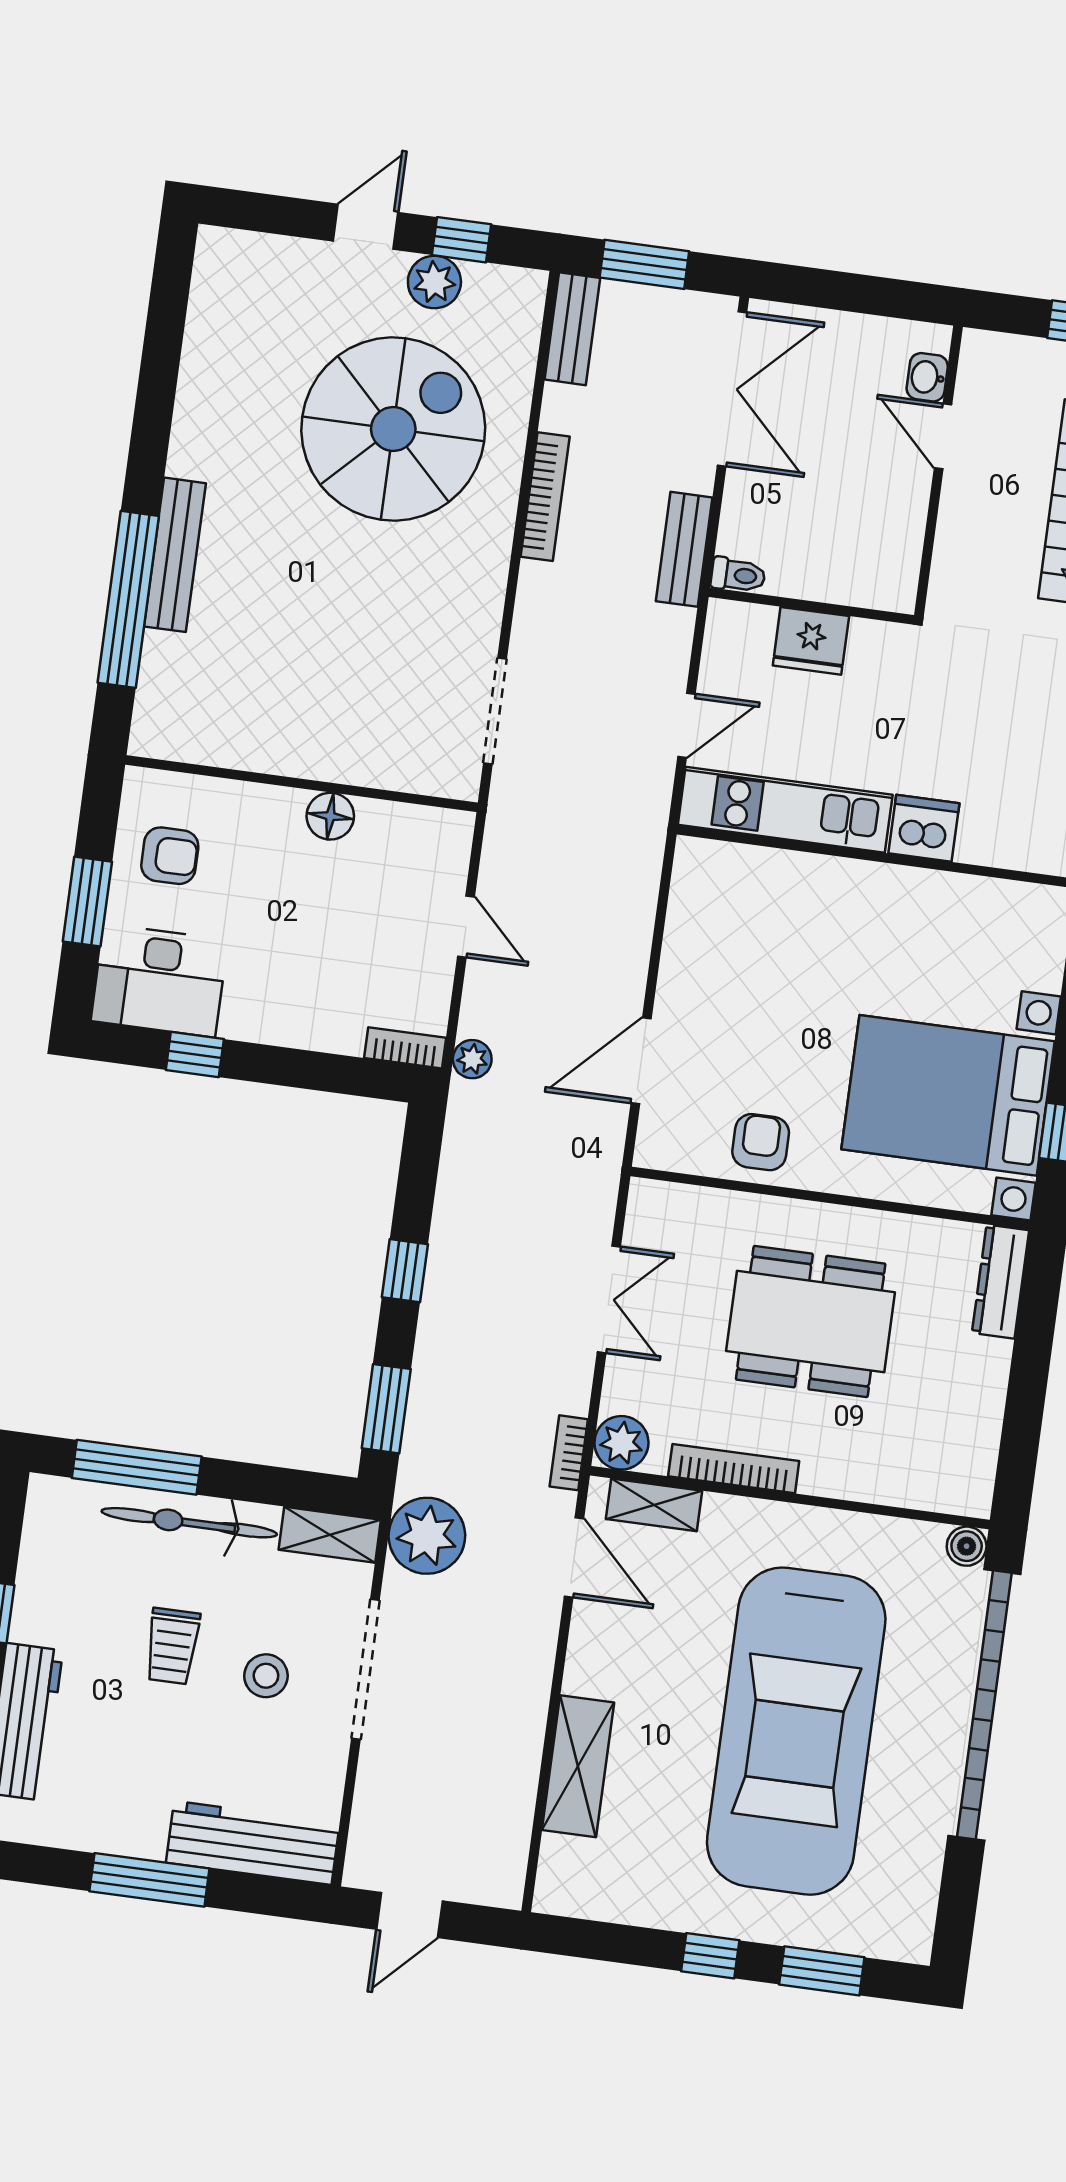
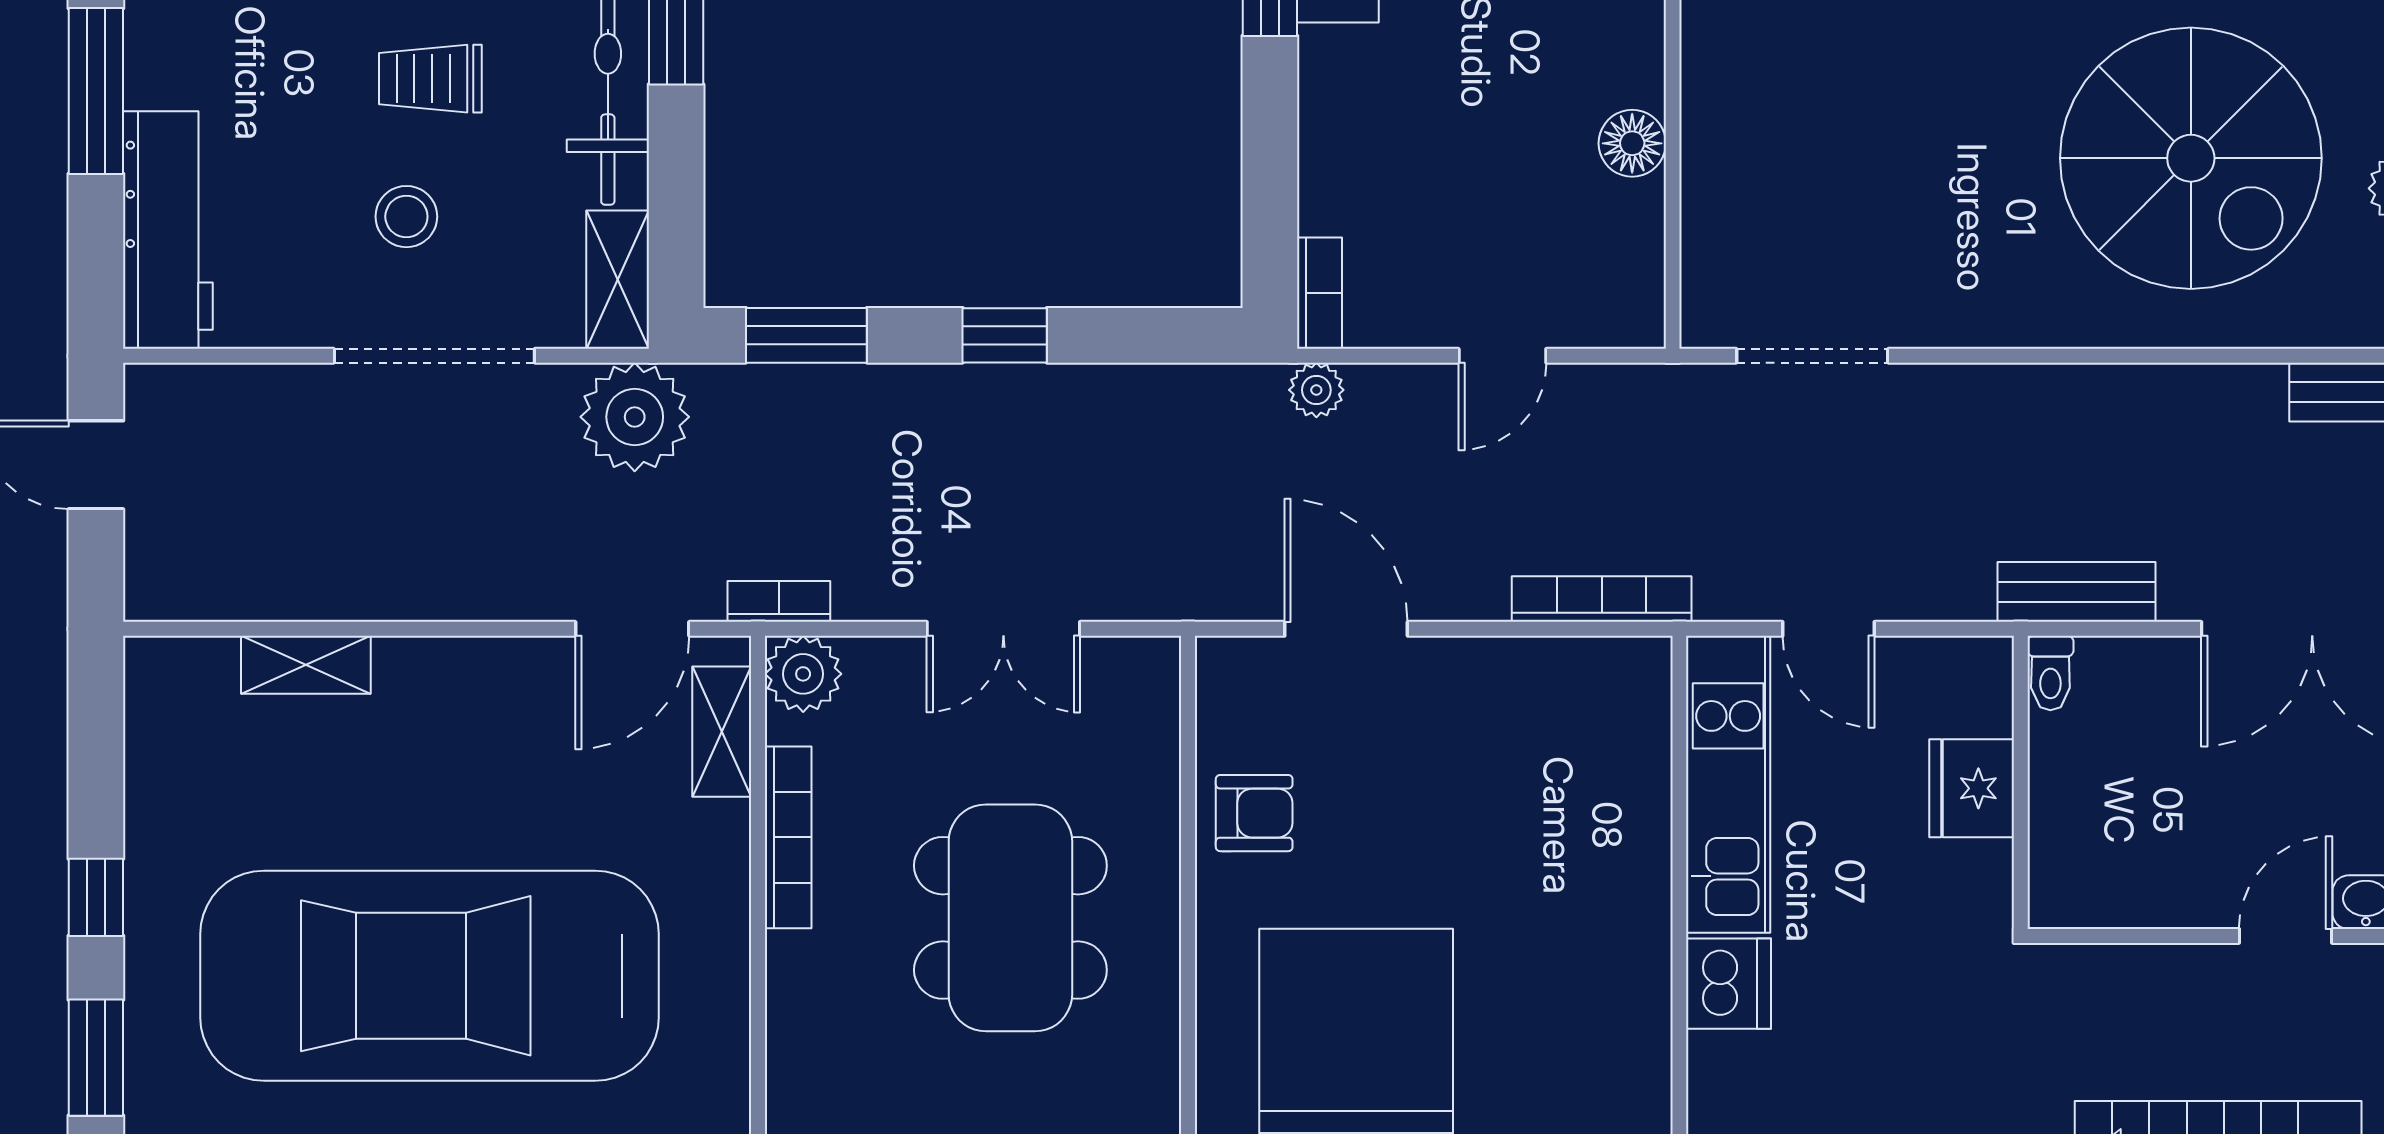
bookcase: (545, 497) -> (1602, 599), moved, turned 180
shelving: (578, 1766) -> (306, 665), width x0.67, depth x0.75

